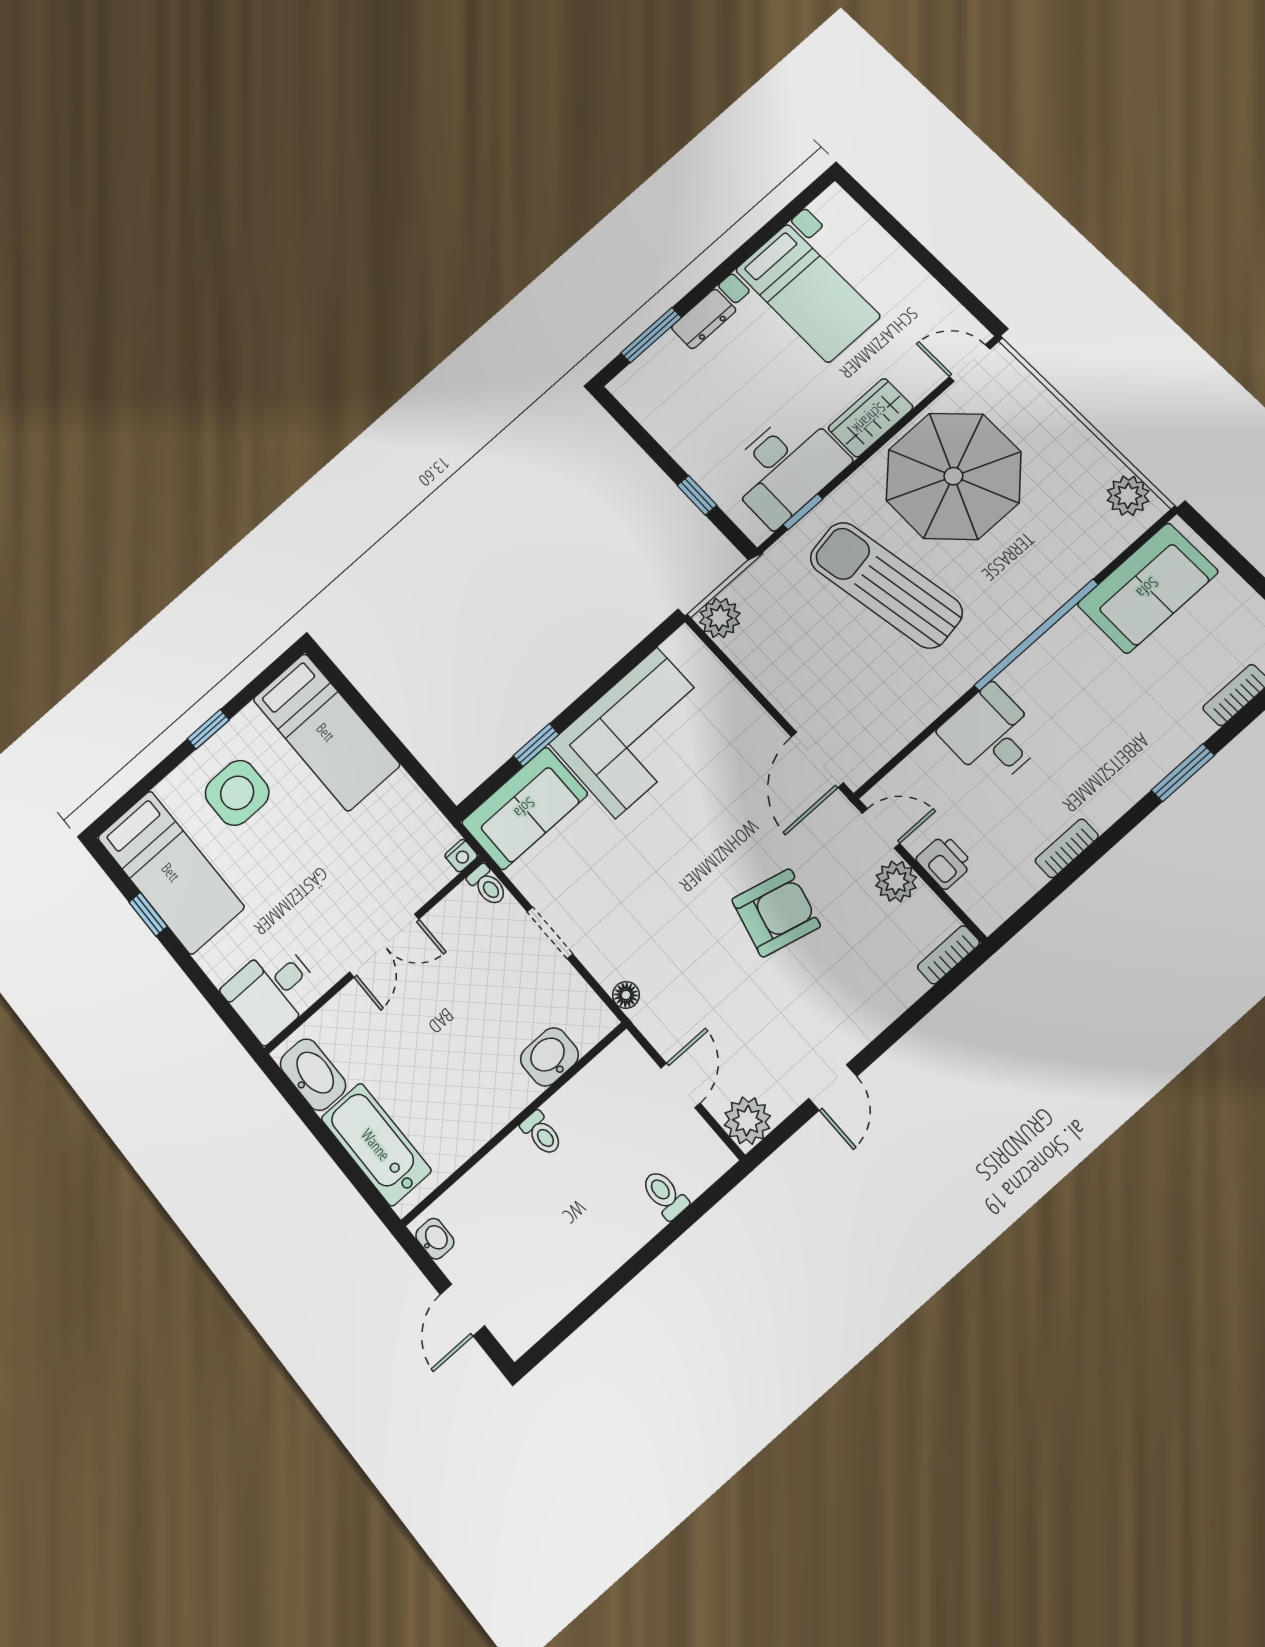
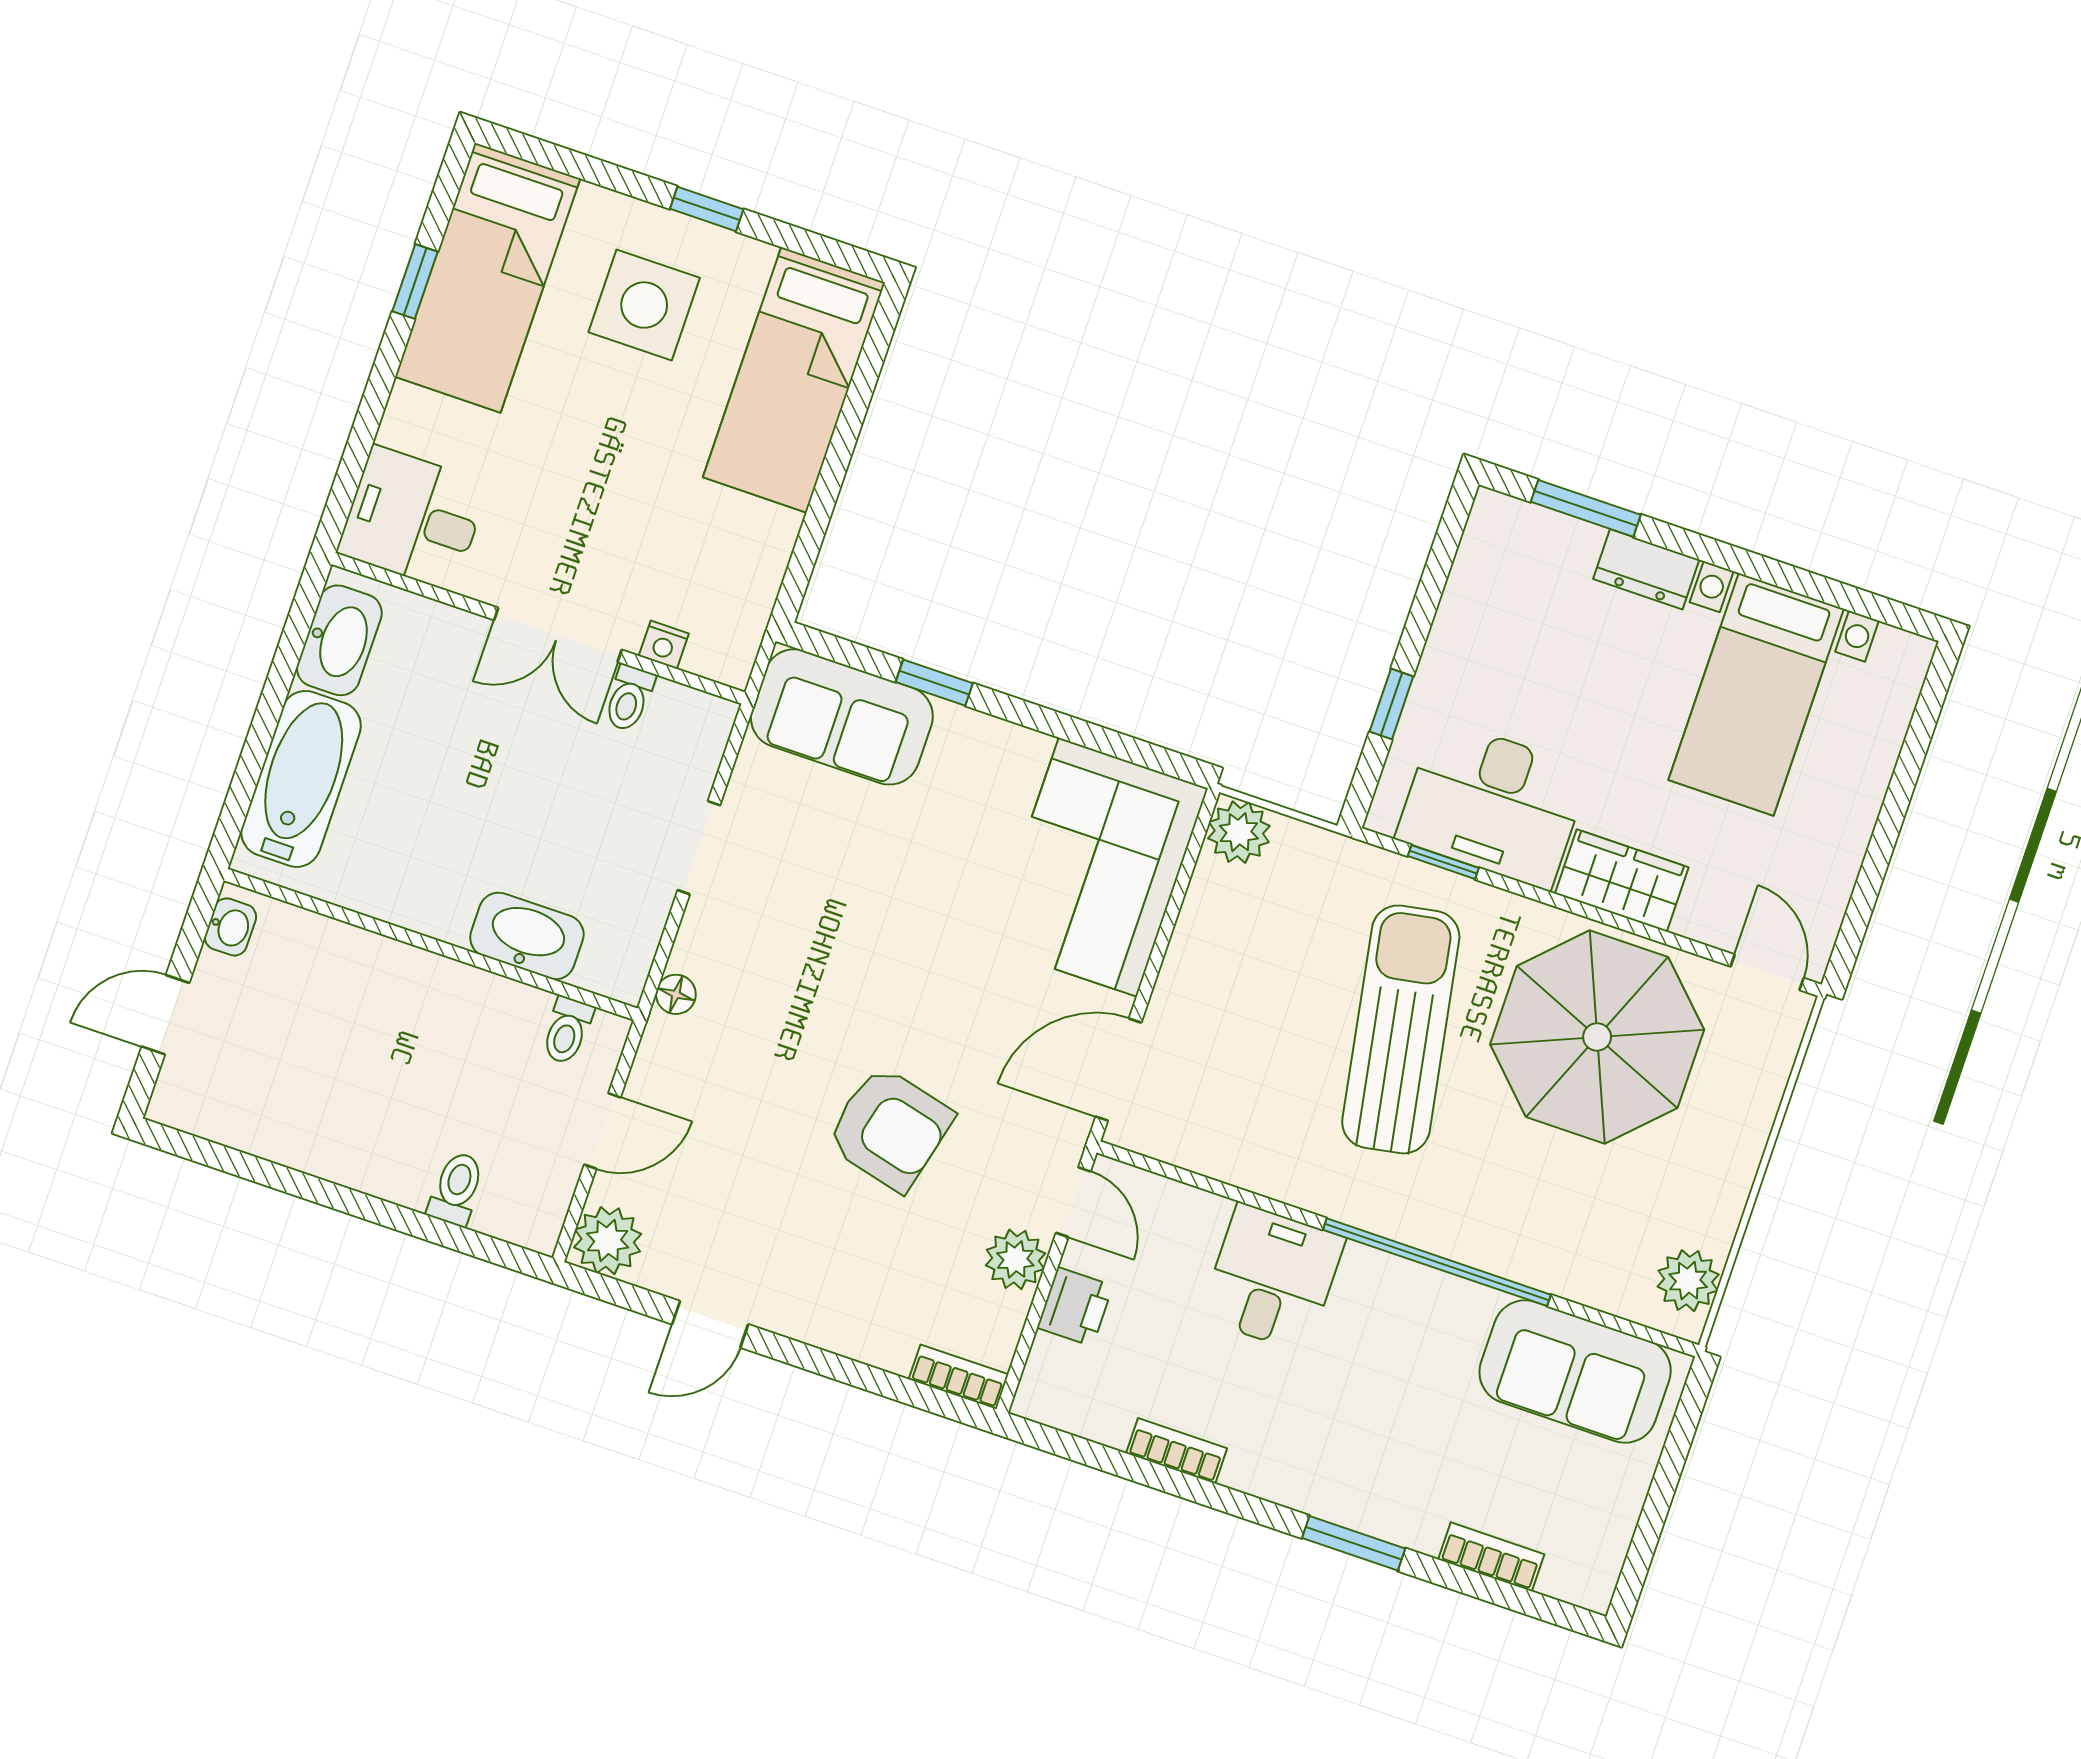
corner sofa: (636, 733) -> (1098, 867), moved, turned 90
nightstand: (461, 856) -> (664, 645), moved
toilet: (487, 885) -> (629, 698), moved
washbasin: (549, 1057) -> (527, 936), width x1.38
toilet: (542, 1133) -> (567, 1030), moved

